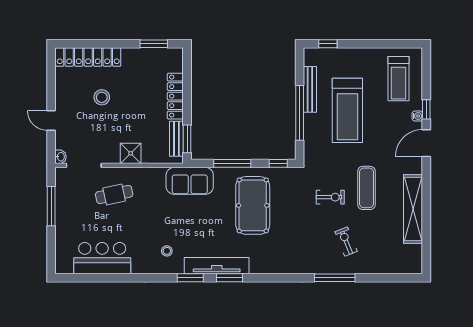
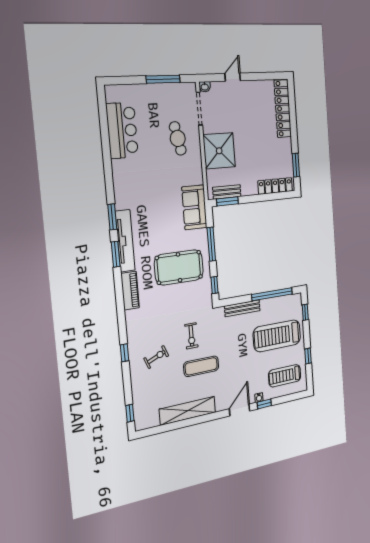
window: (381, 44) -> (308, 356), added
bench: (310, 89) -> (242, 308), moved
locker: (175, 96) -> (275, 186), moved
stool: (102, 97) -> (254, 122), removed
treadmill: (347, 110) -> (277, 336), moved
window: (300, 113) -> (272, 294), moved
door: (426, 143) -> (239, 410), hinge flipped
shower: (131, 153) -> (219, 151), width x1.86, depth x1.86
stool: (167, 251) -> (134, 192), removed
piano: (270, 265) -> (130, 291), added
window: (335, 278) -> (124, 353), width x0.46
window: (401, 278) -> (130, 413), added

